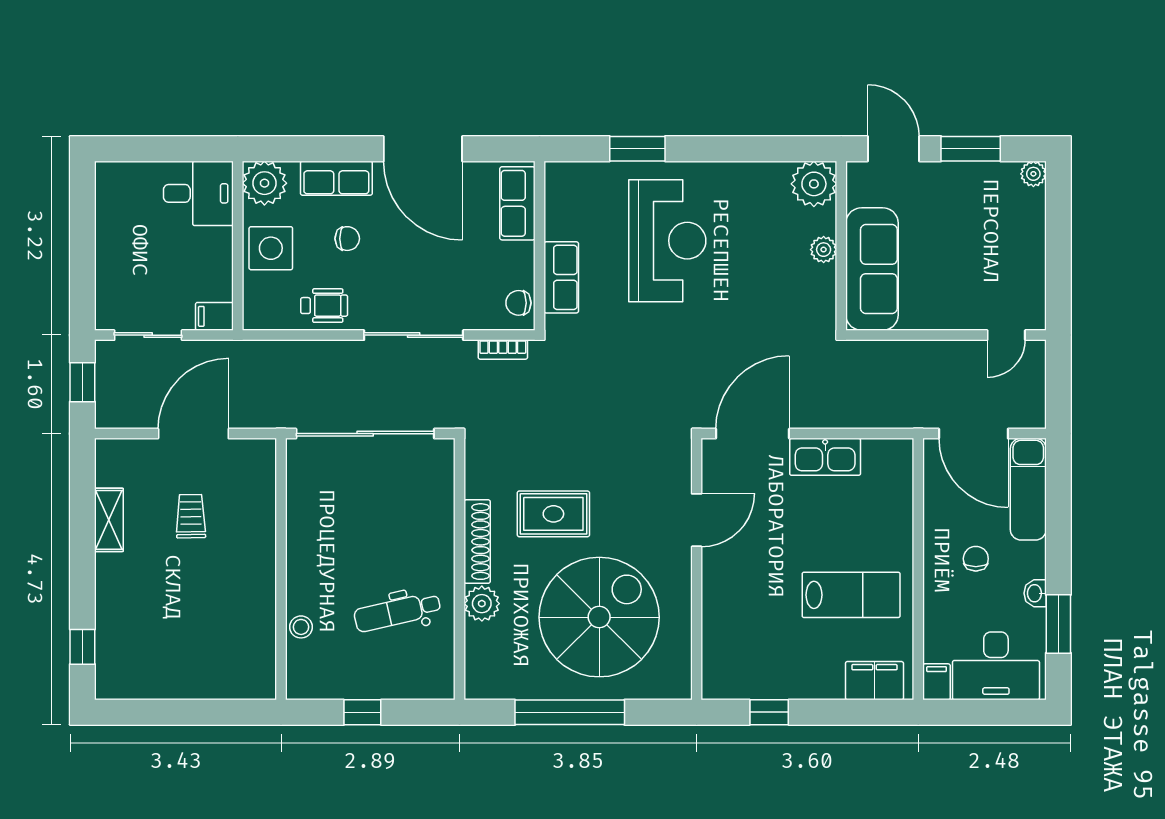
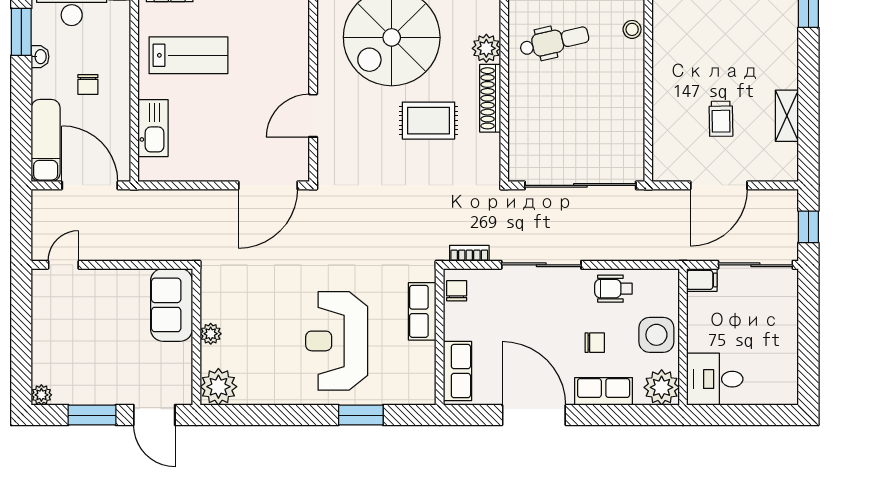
chair: (347, 239) -> (595, 343), turned 180
sofa: (872, 269) -> (172, 305), width x0.73
chair: (518, 303) -> (457, 291), turned -90
sliding door: (148, 335) -> (755, 265), width x1.37
kitchen sink: (825, 457) -> (153, 128), moved, turned 90
lab bench: (851, 595) -> (188, 55), turned 180

